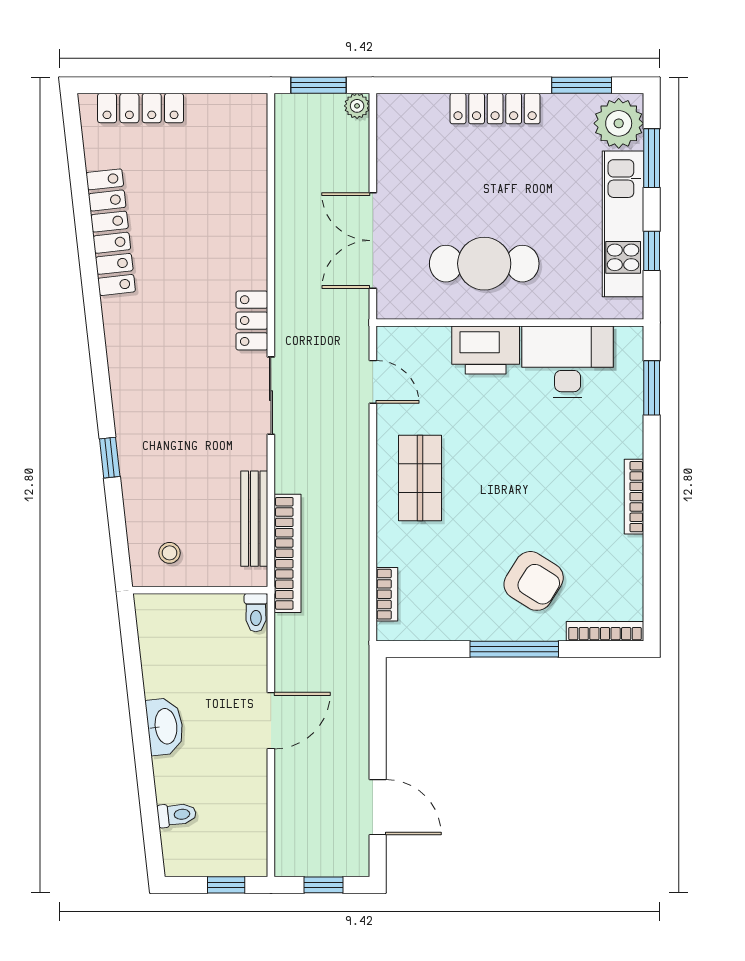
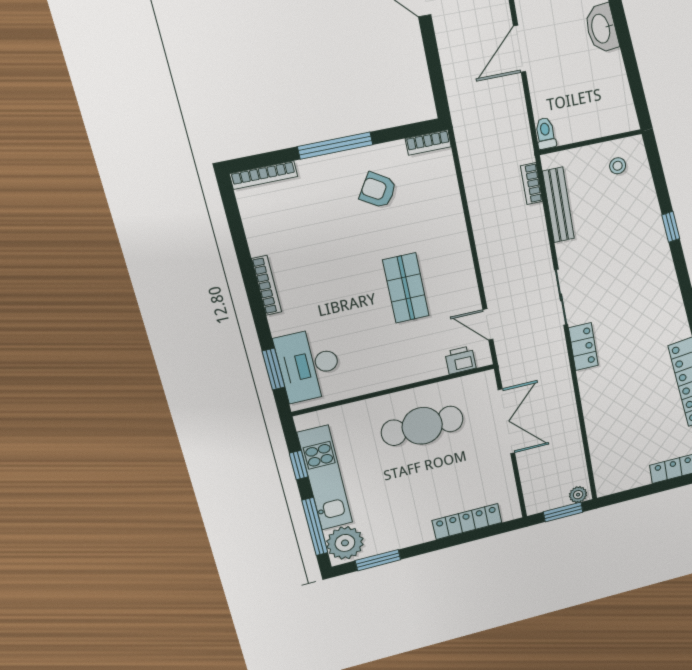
plant: (357, 106) -> (578, 495), moved
locker: (495, 109) -> (467, 522), moved
window: (652, 158) -> (315, 527), width x1.44
printer: (486, 350) -> (460, 360), moved, width x0.53, depth x0.68
desk: (568, 362) -> (309, 365), moved, turned 90
shop shelf: (420, 478) -> (406, 288), moved
bookcase: (288, 553) -> (531, 184), width x0.43, depth x0.76
armchair: (534, 581) -> (378, 190), moved, width x0.72, depth x0.72
bookcase: (387, 594) -> (428, 143), moved, turned -90

